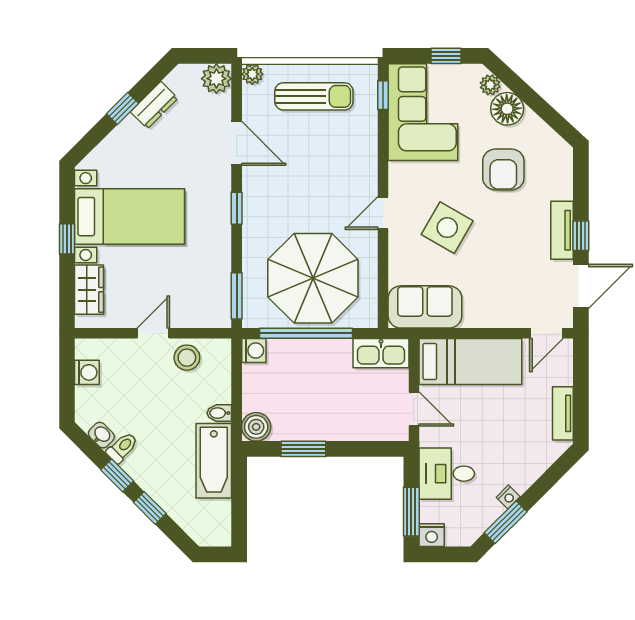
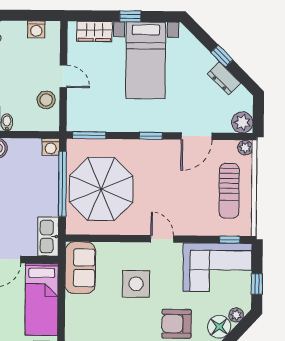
door: (383, 213) -> (162, 239), moved
side table: (447, 228) -> (136, 284), turned -30

